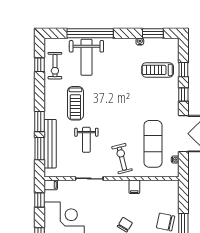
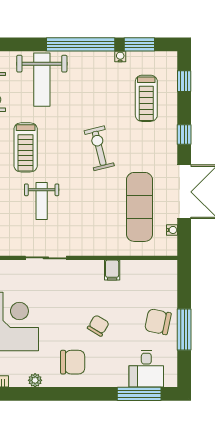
window: (90, 33) -> (81, 44), moved
treadmill: (158, 70) -> (146, 98), turned -90
window: (183, 70) -> (184, 81), moved
exercise bike: (122, 159) -> (99, 148), moved

